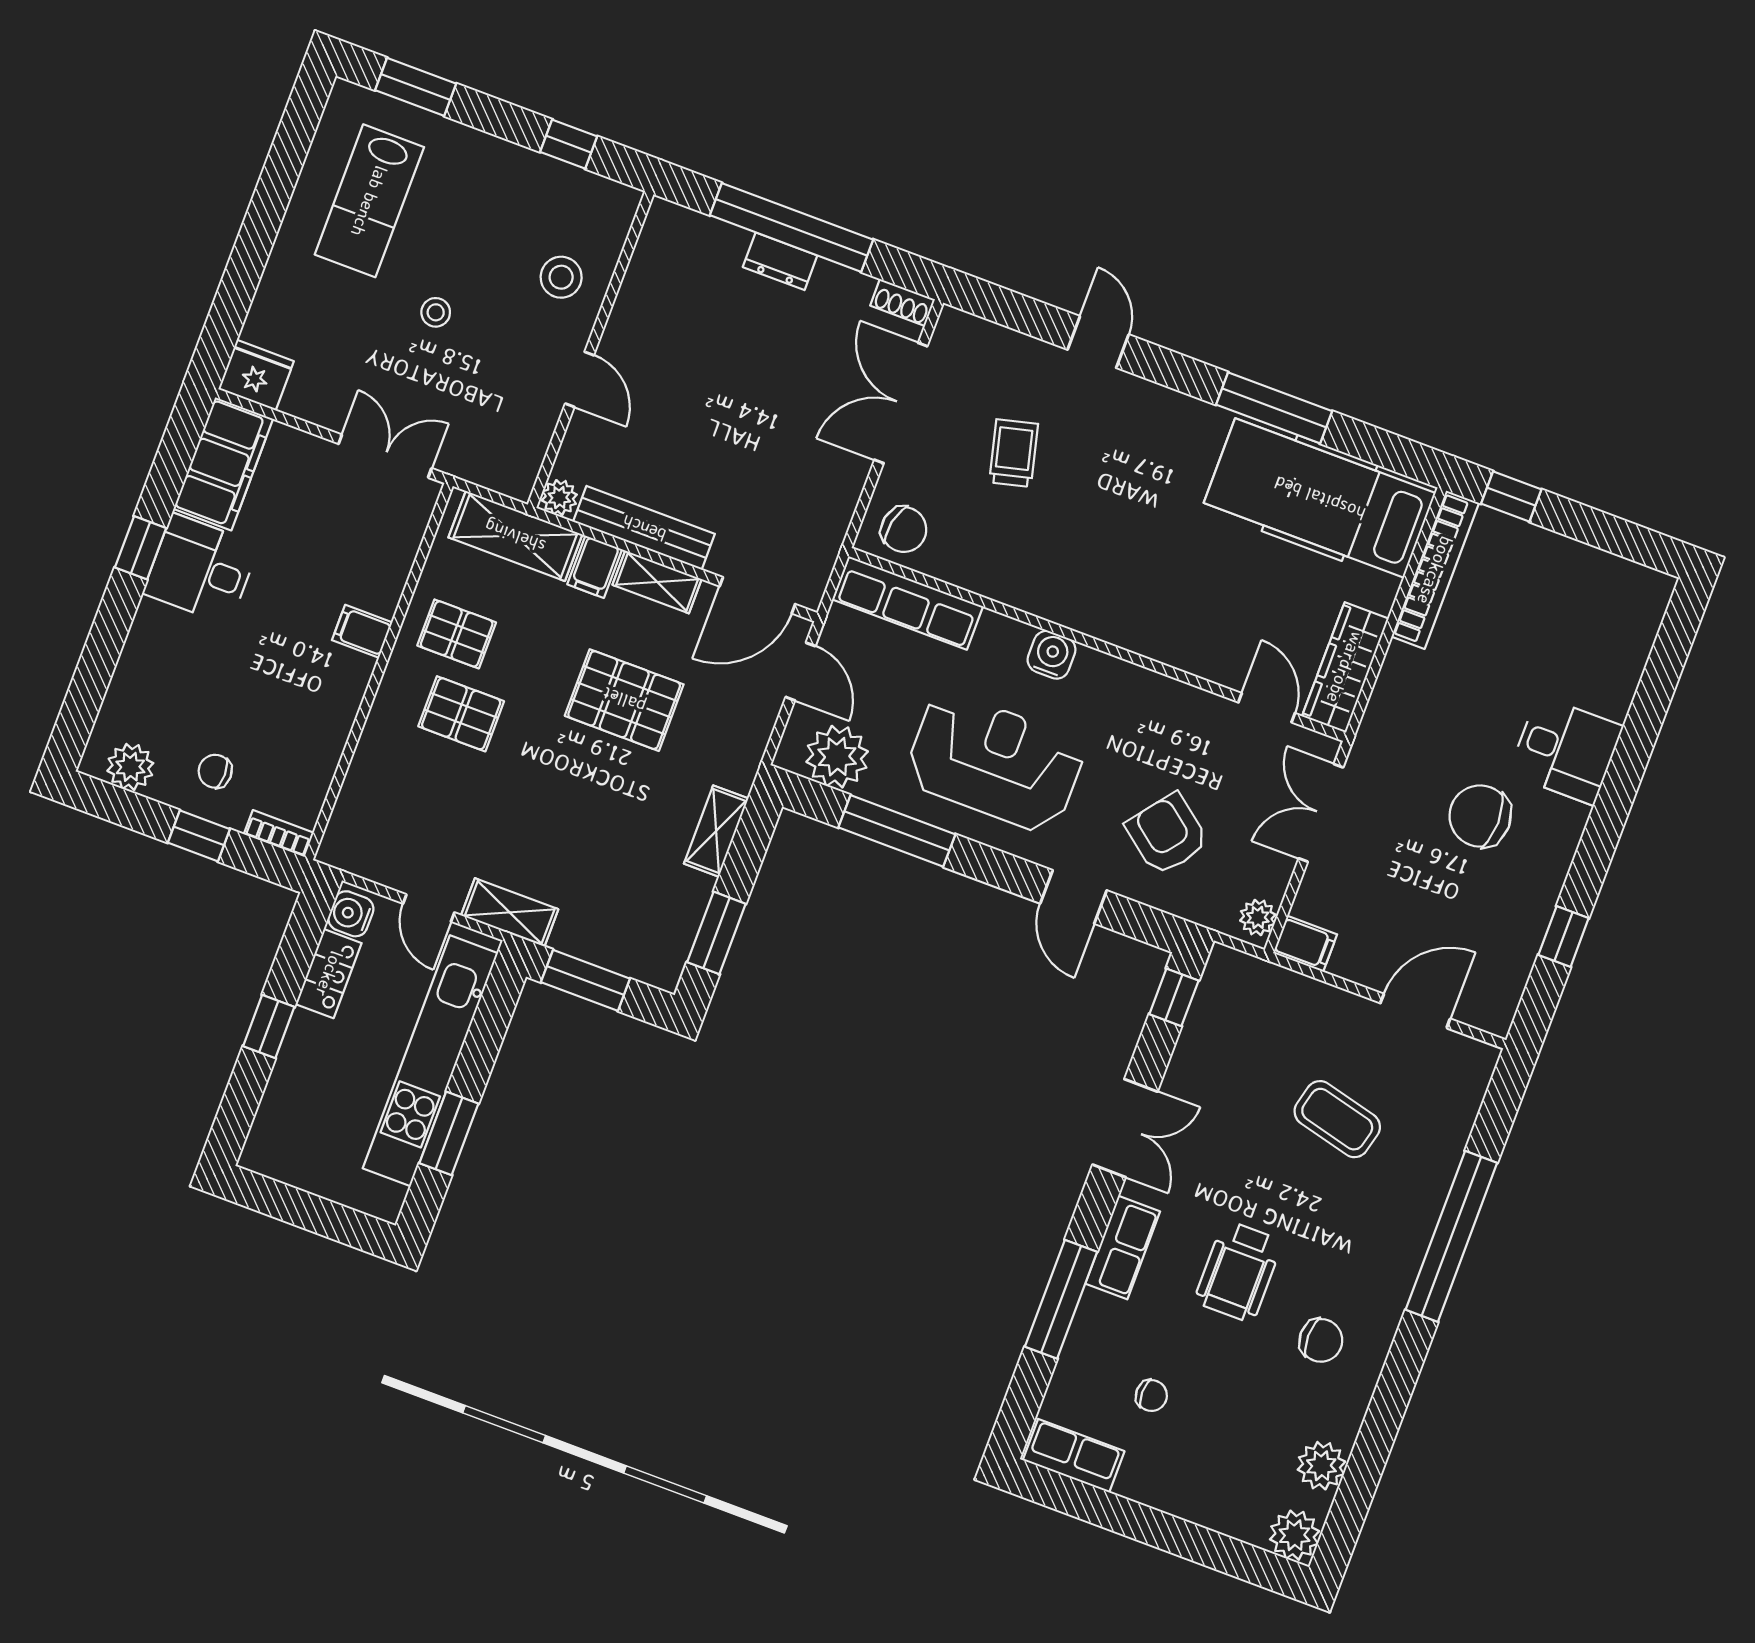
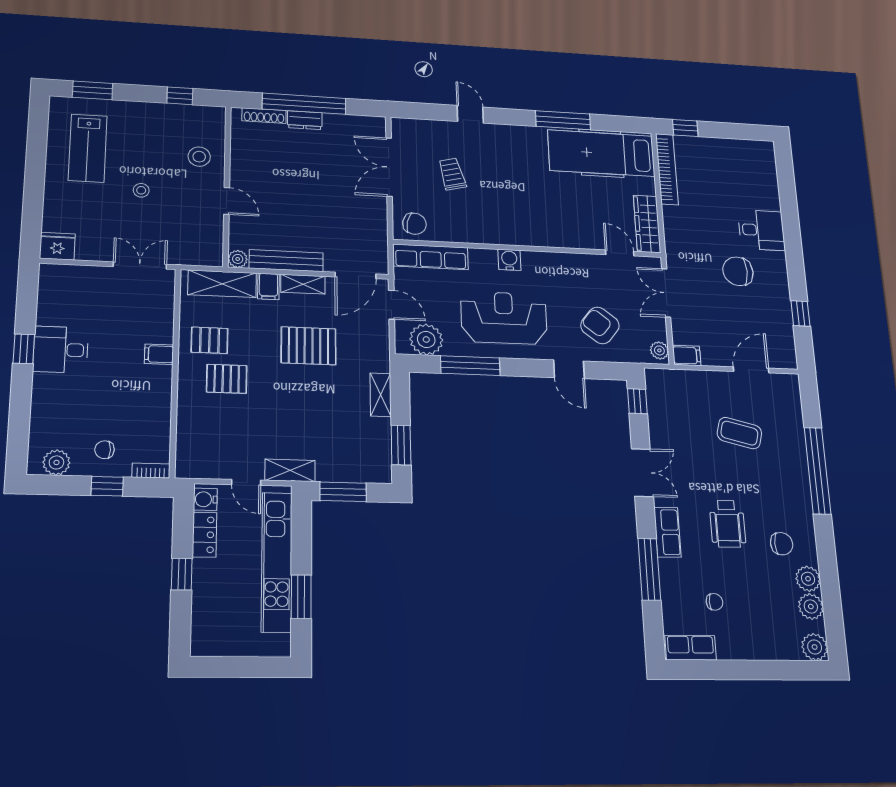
shoe rack: (903, 302) -> (264, 116), moved, width x1.43
filing cabinet: (223, 464) -> (55, 294), removed
plant: (1340, 1417) -> (808, 579), added

